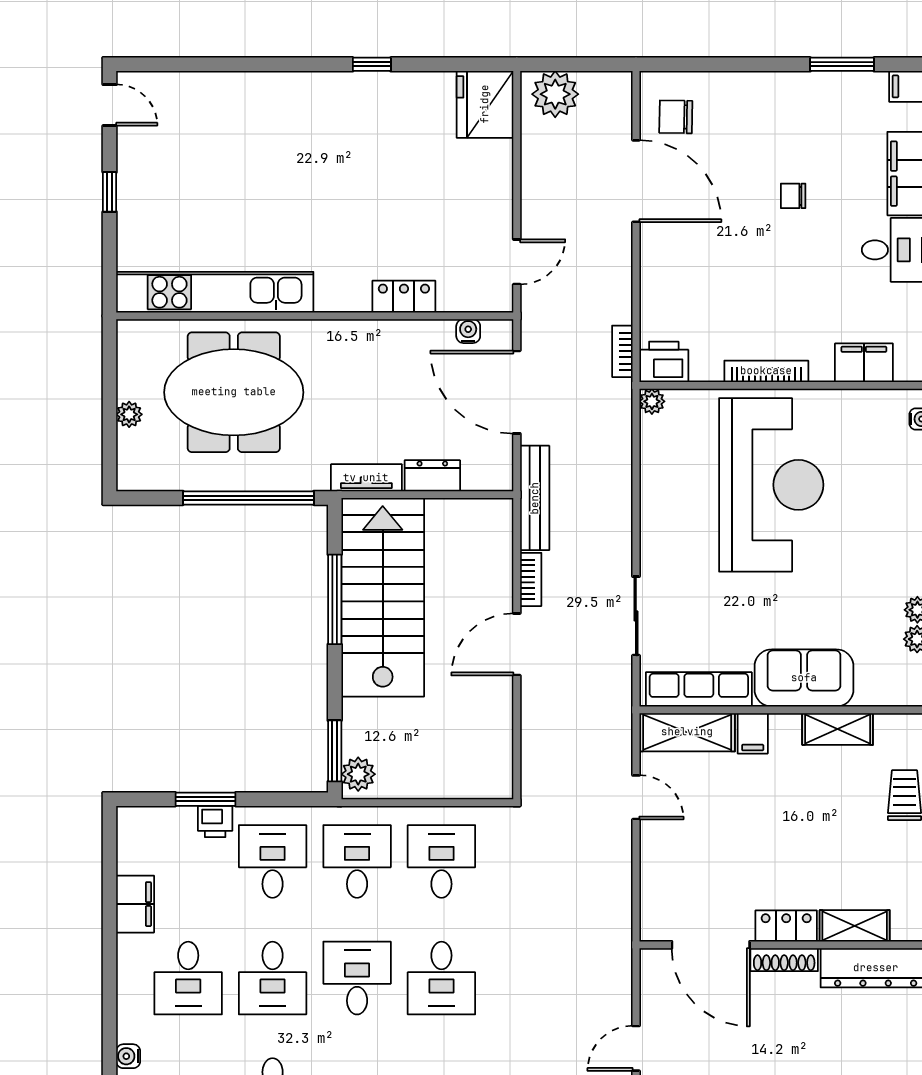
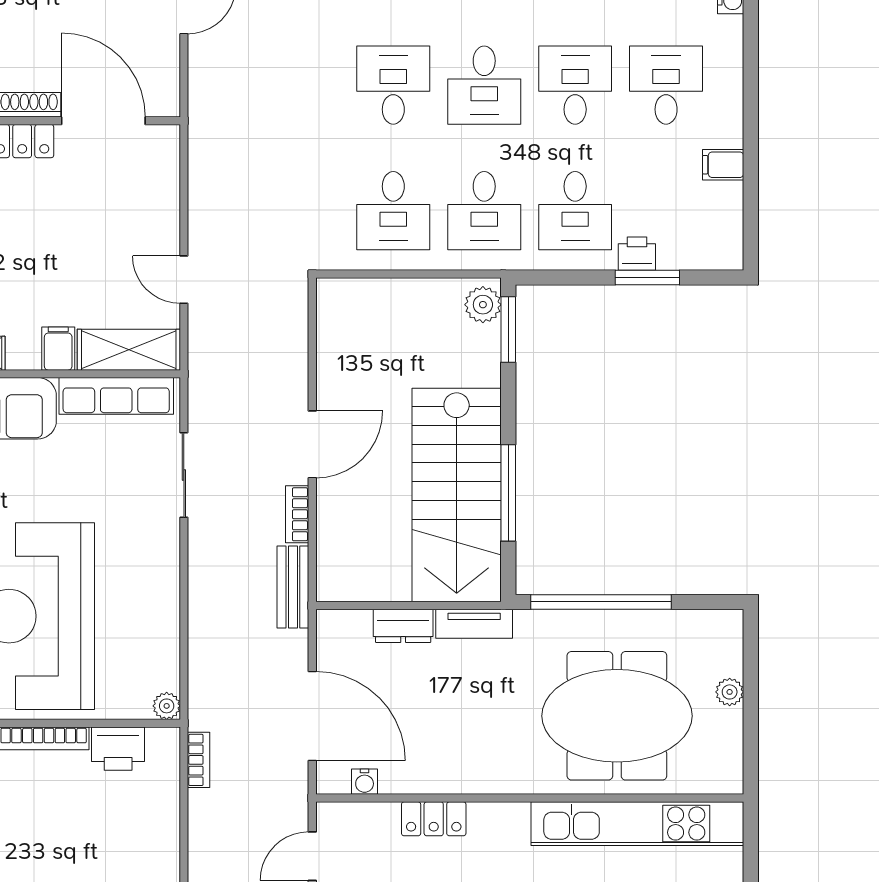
printer: (664, 362) -> (118, 749), moved
bench: (535, 498) -> (293, 587), width x0.73
filing cabinet: (135, 904) -> (723, 165), width x0.50

